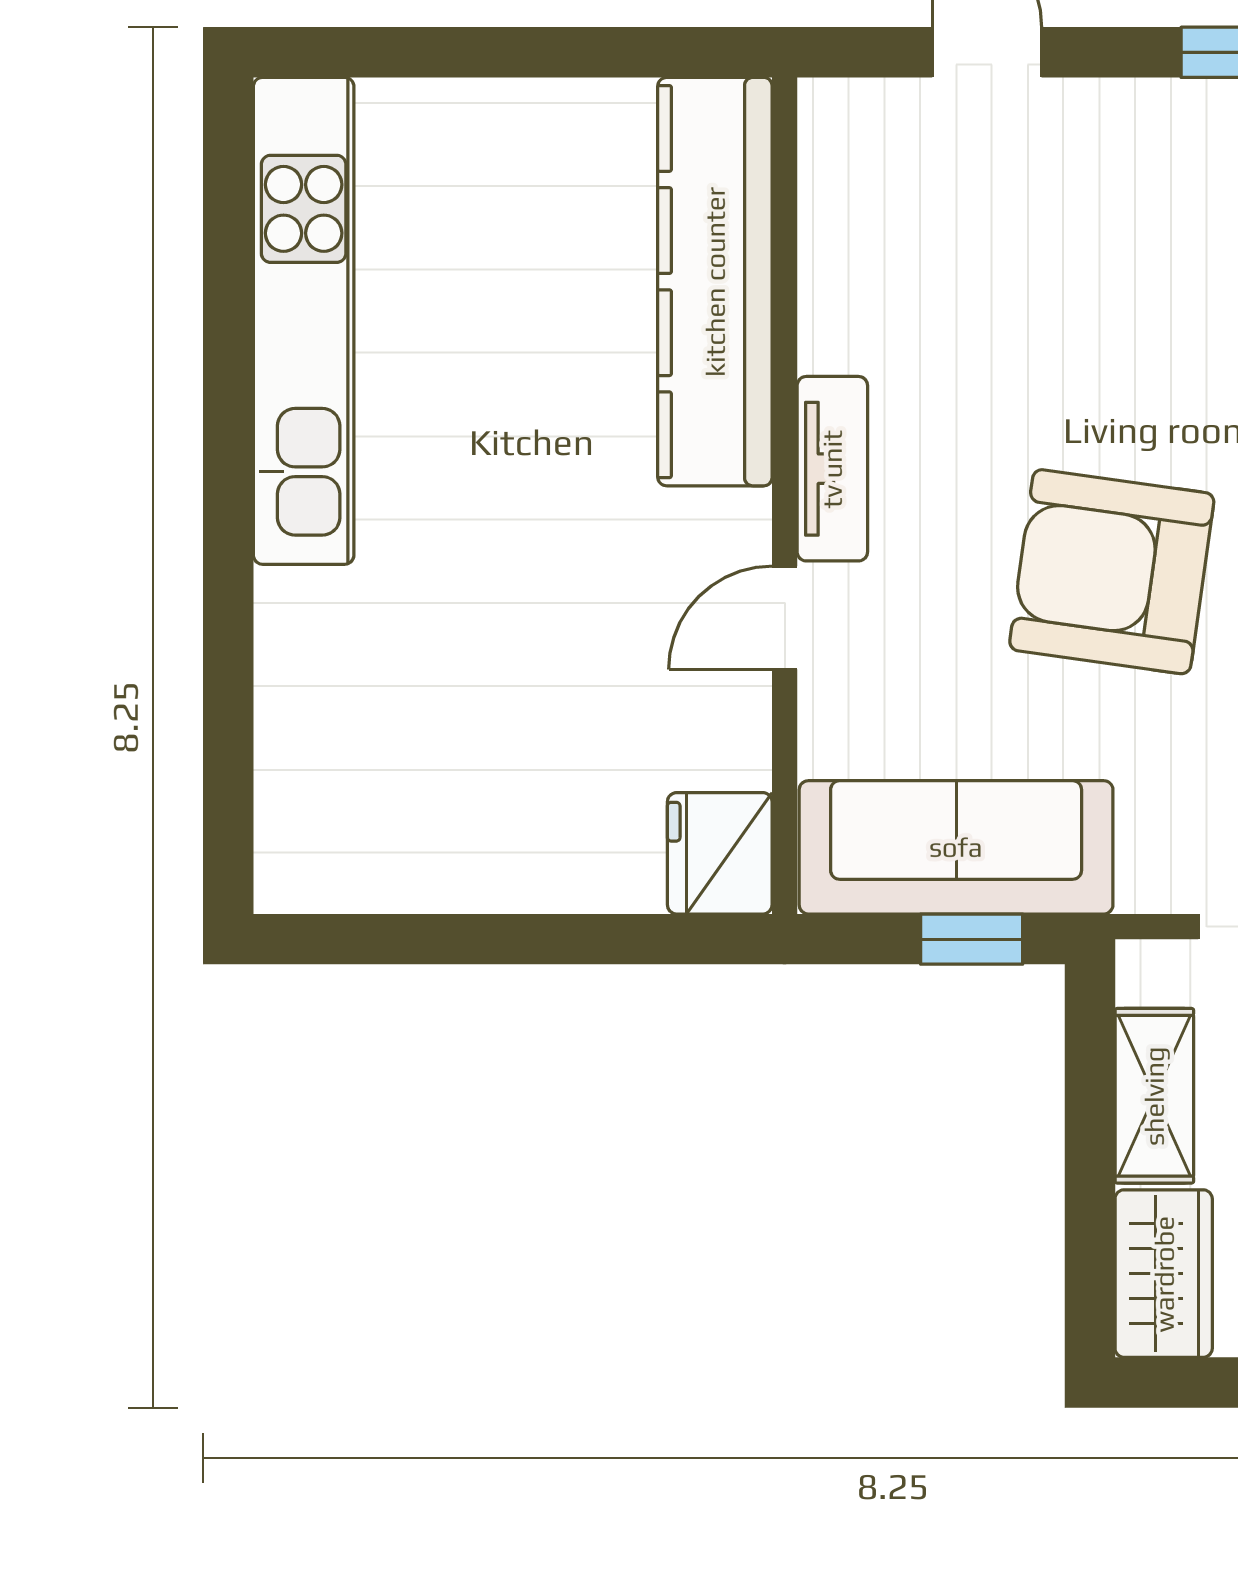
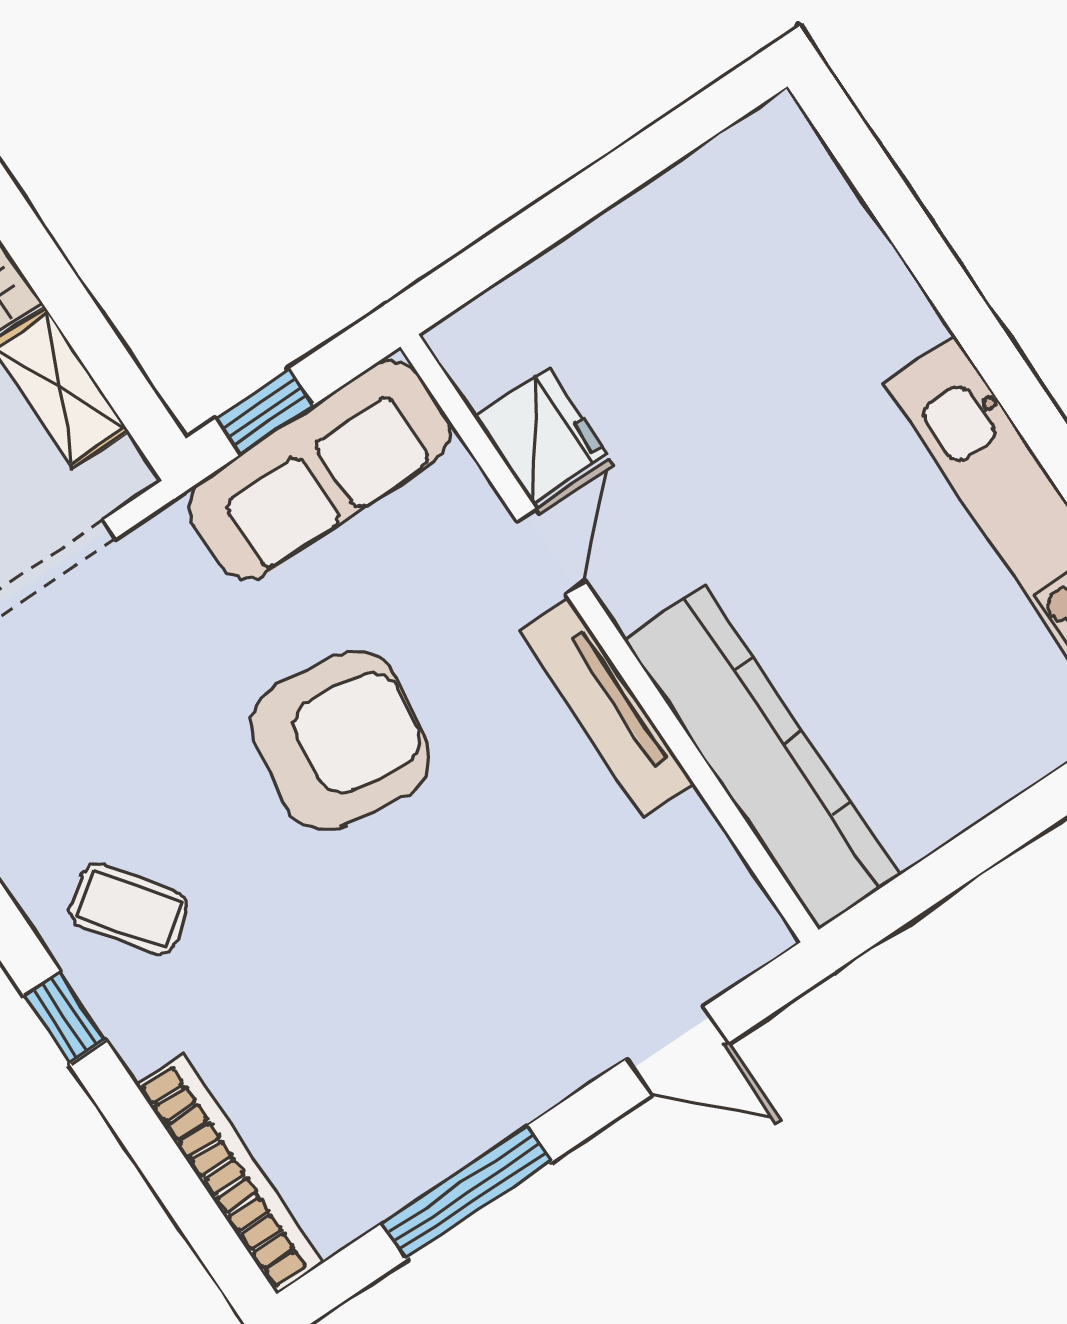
tv unit: (832, 469) -> (606, 707), width x1.41
fridge: (720, 853) -> (540, 435), moved

